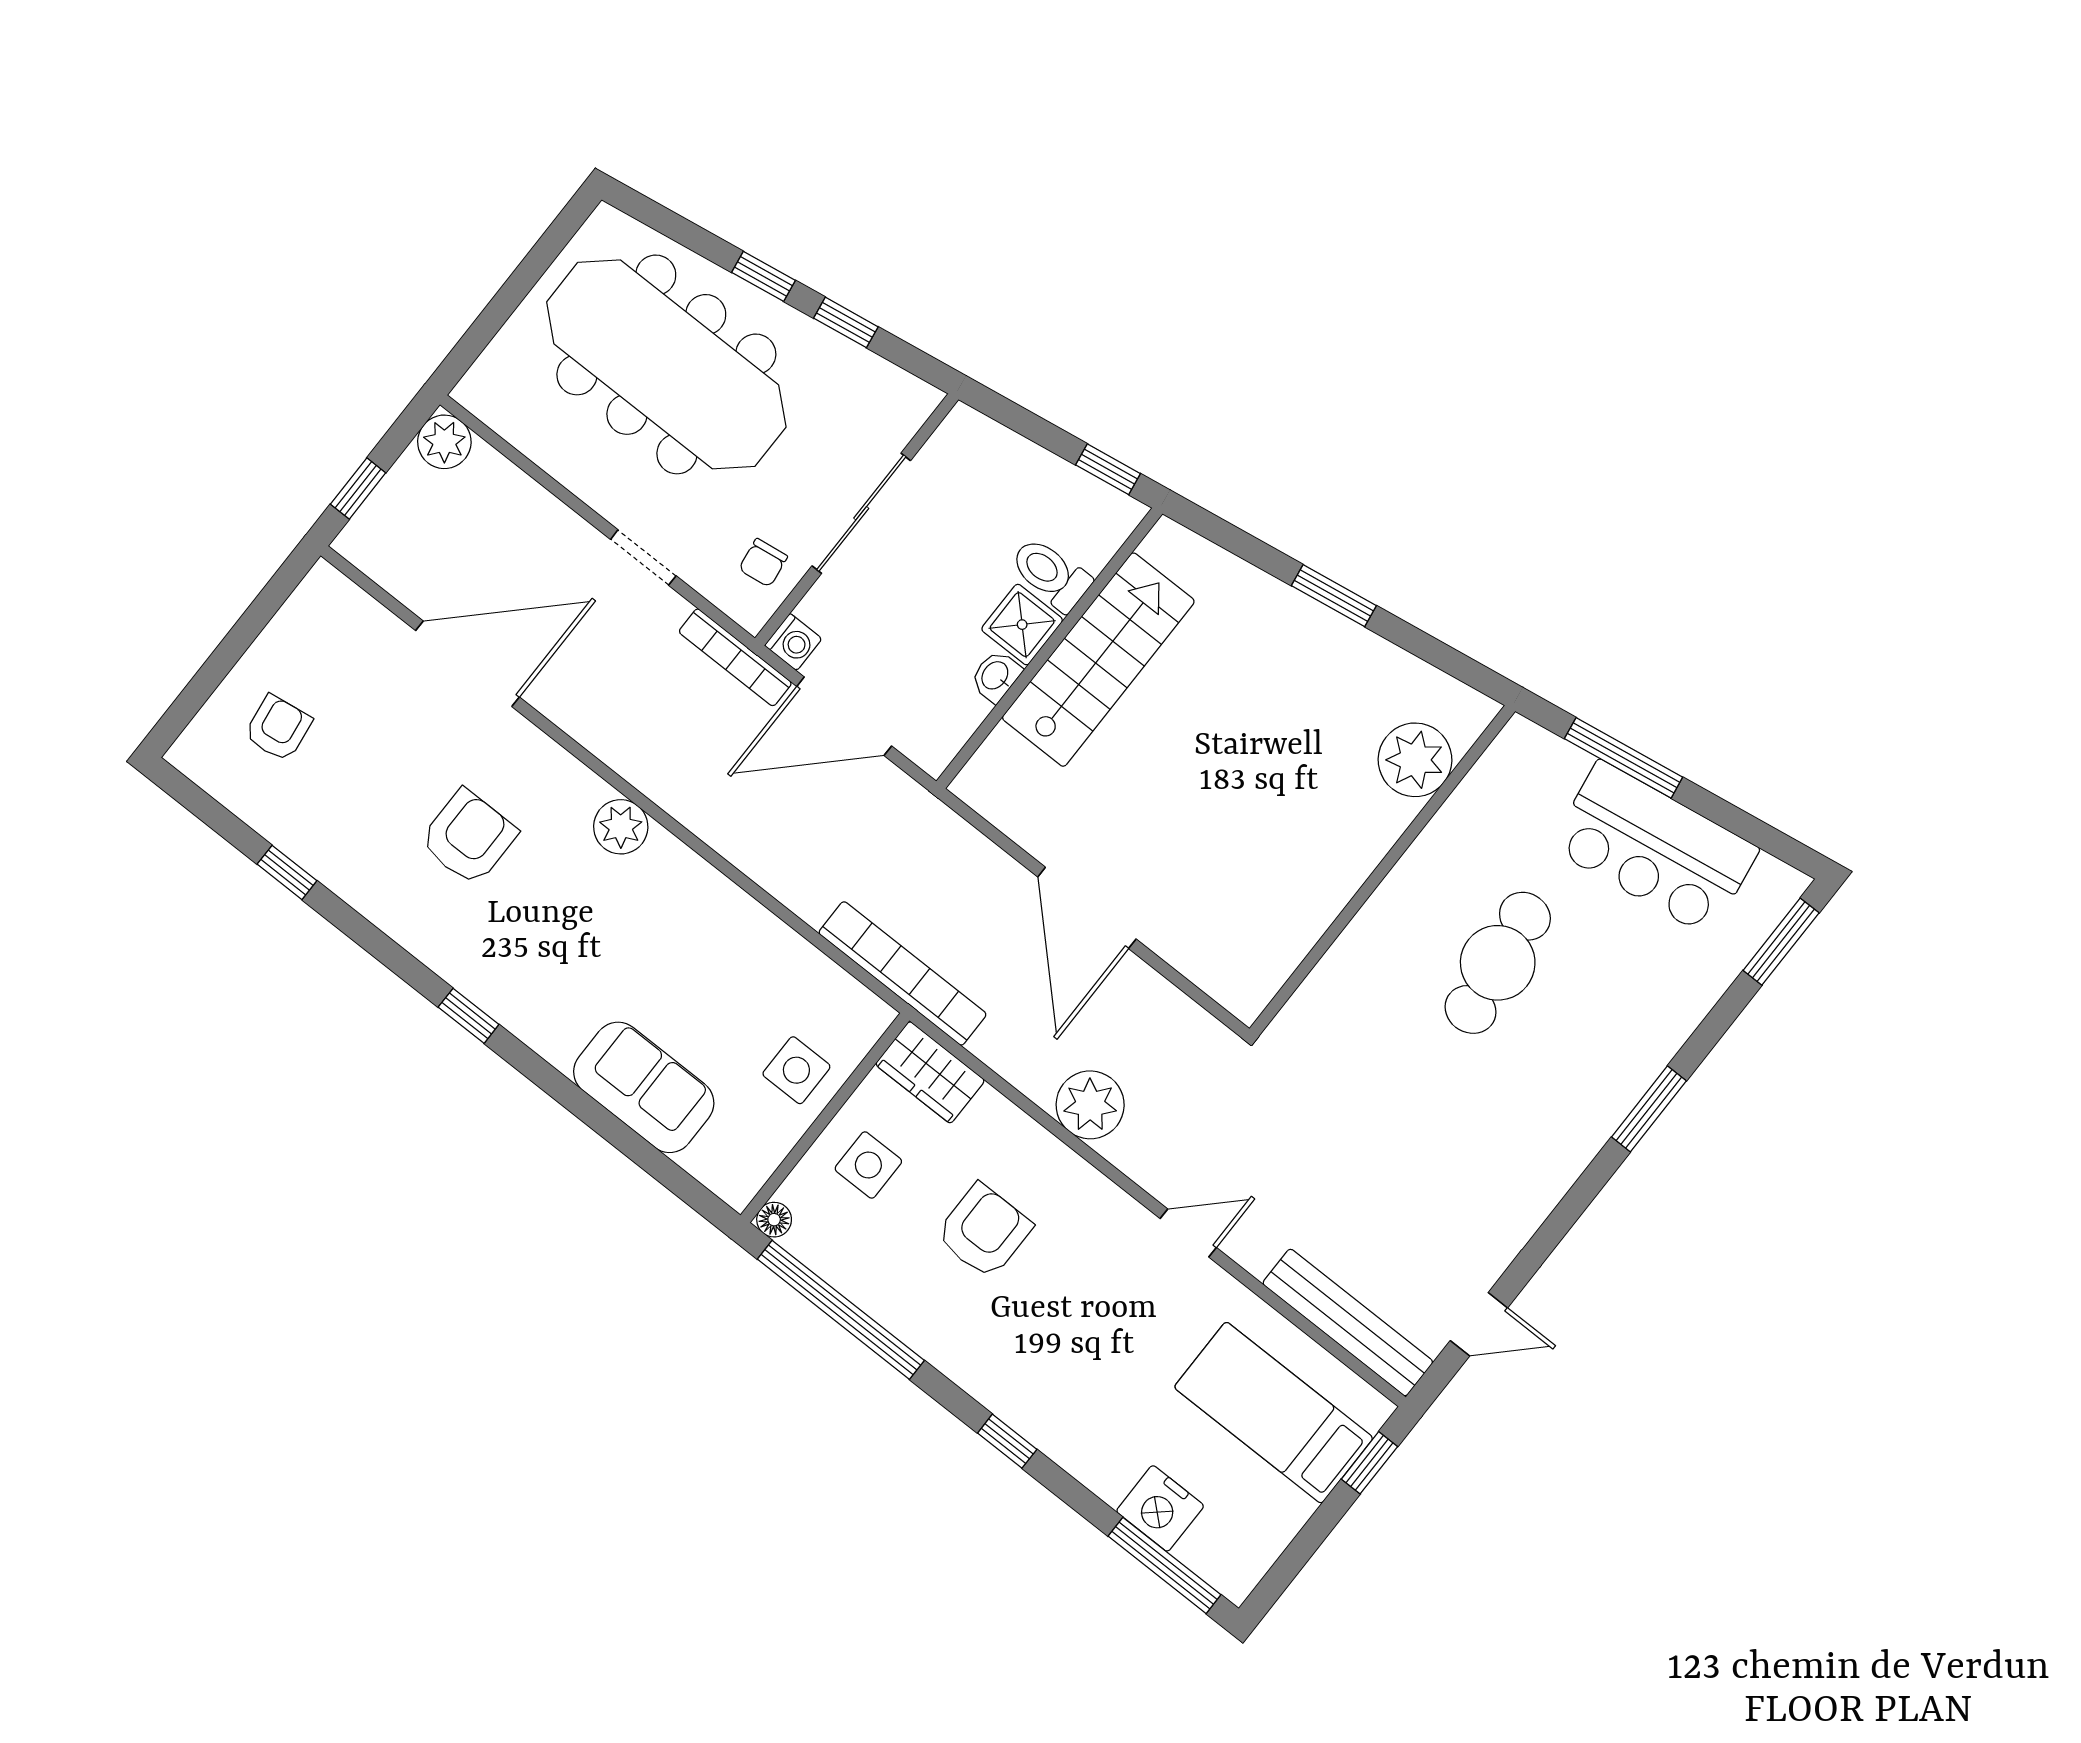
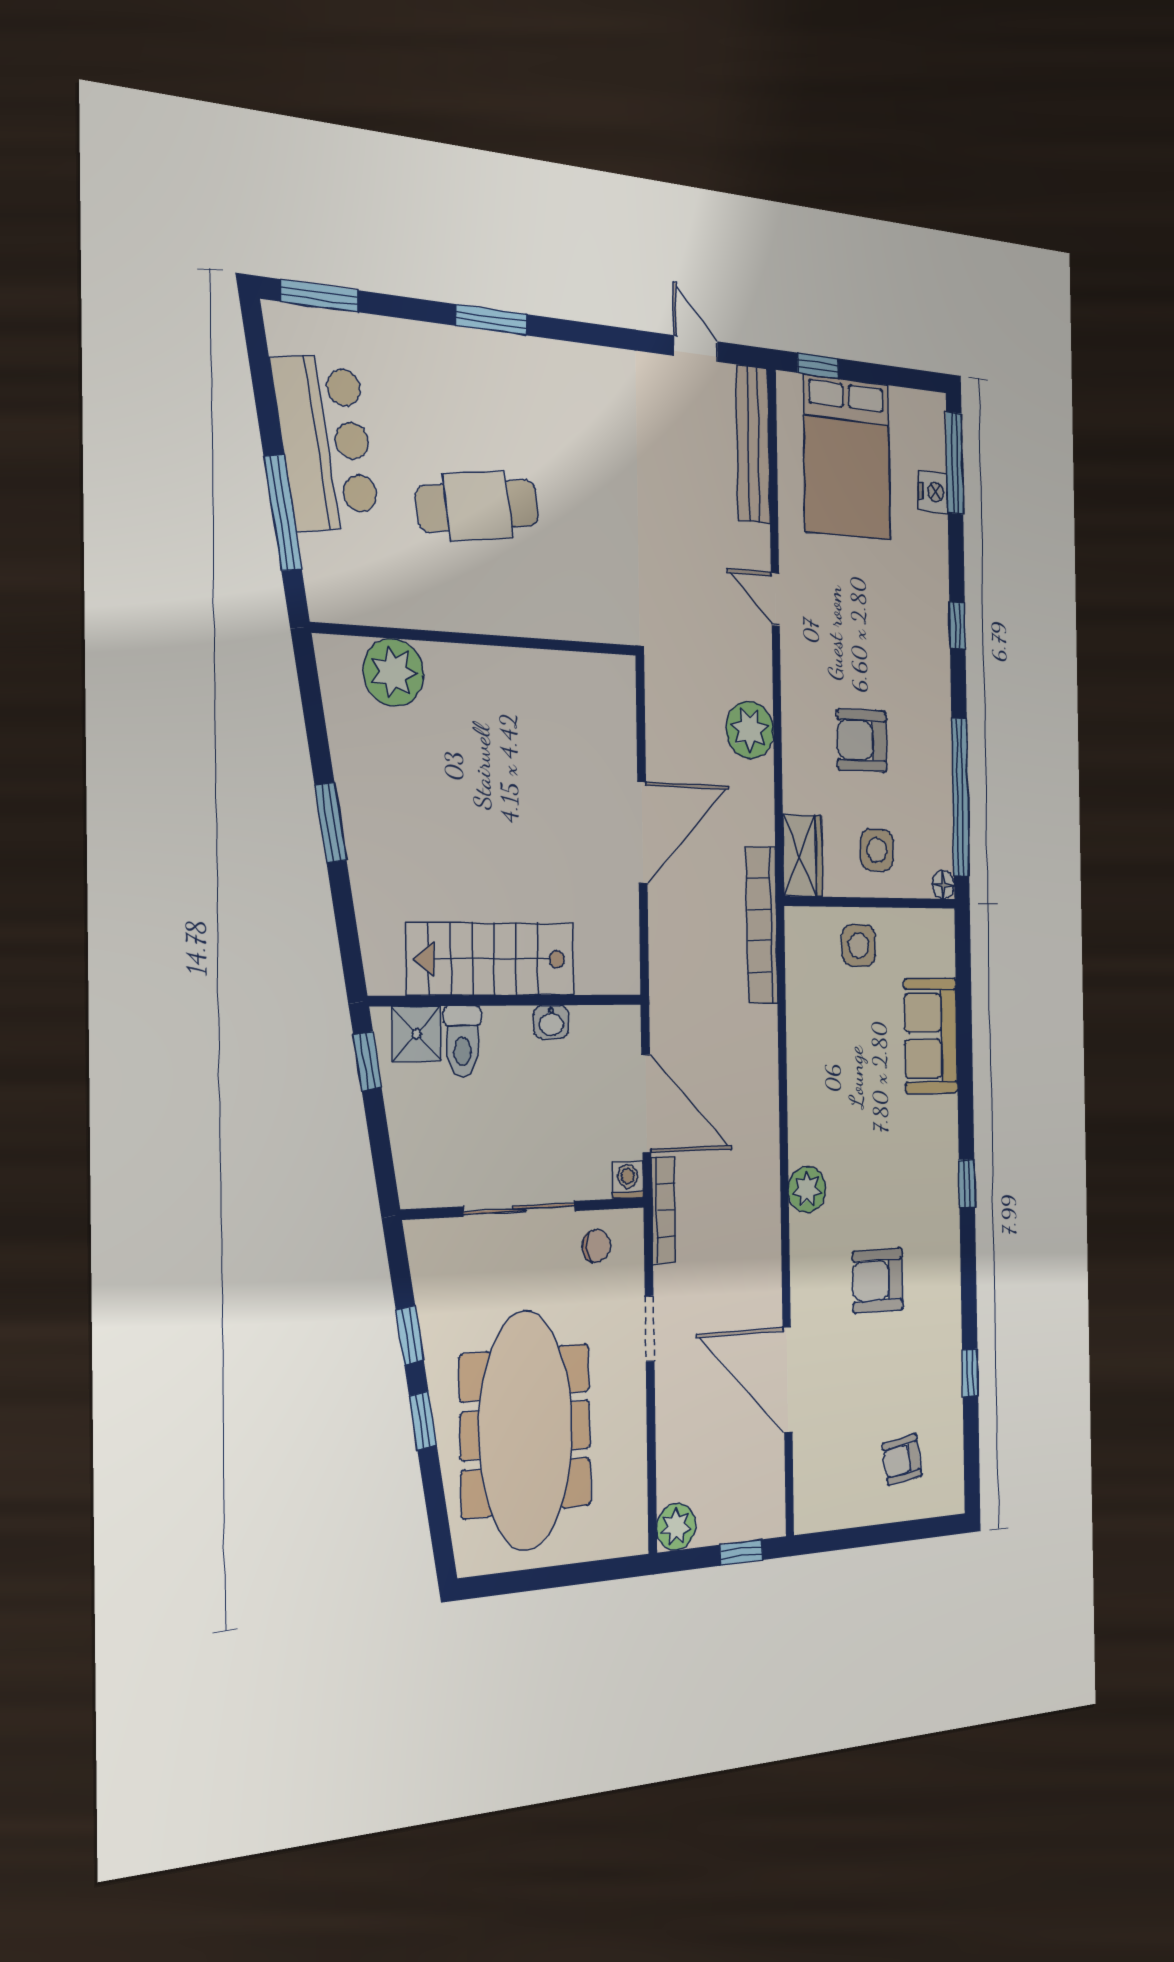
shower: (1022, 625) -> (417, 1034), moved
bed: (1274, 1413) -> (847, 458), width x1.50
nightstand: (1160, 1508) -> (933, 492), width x0.74, depth x0.75

